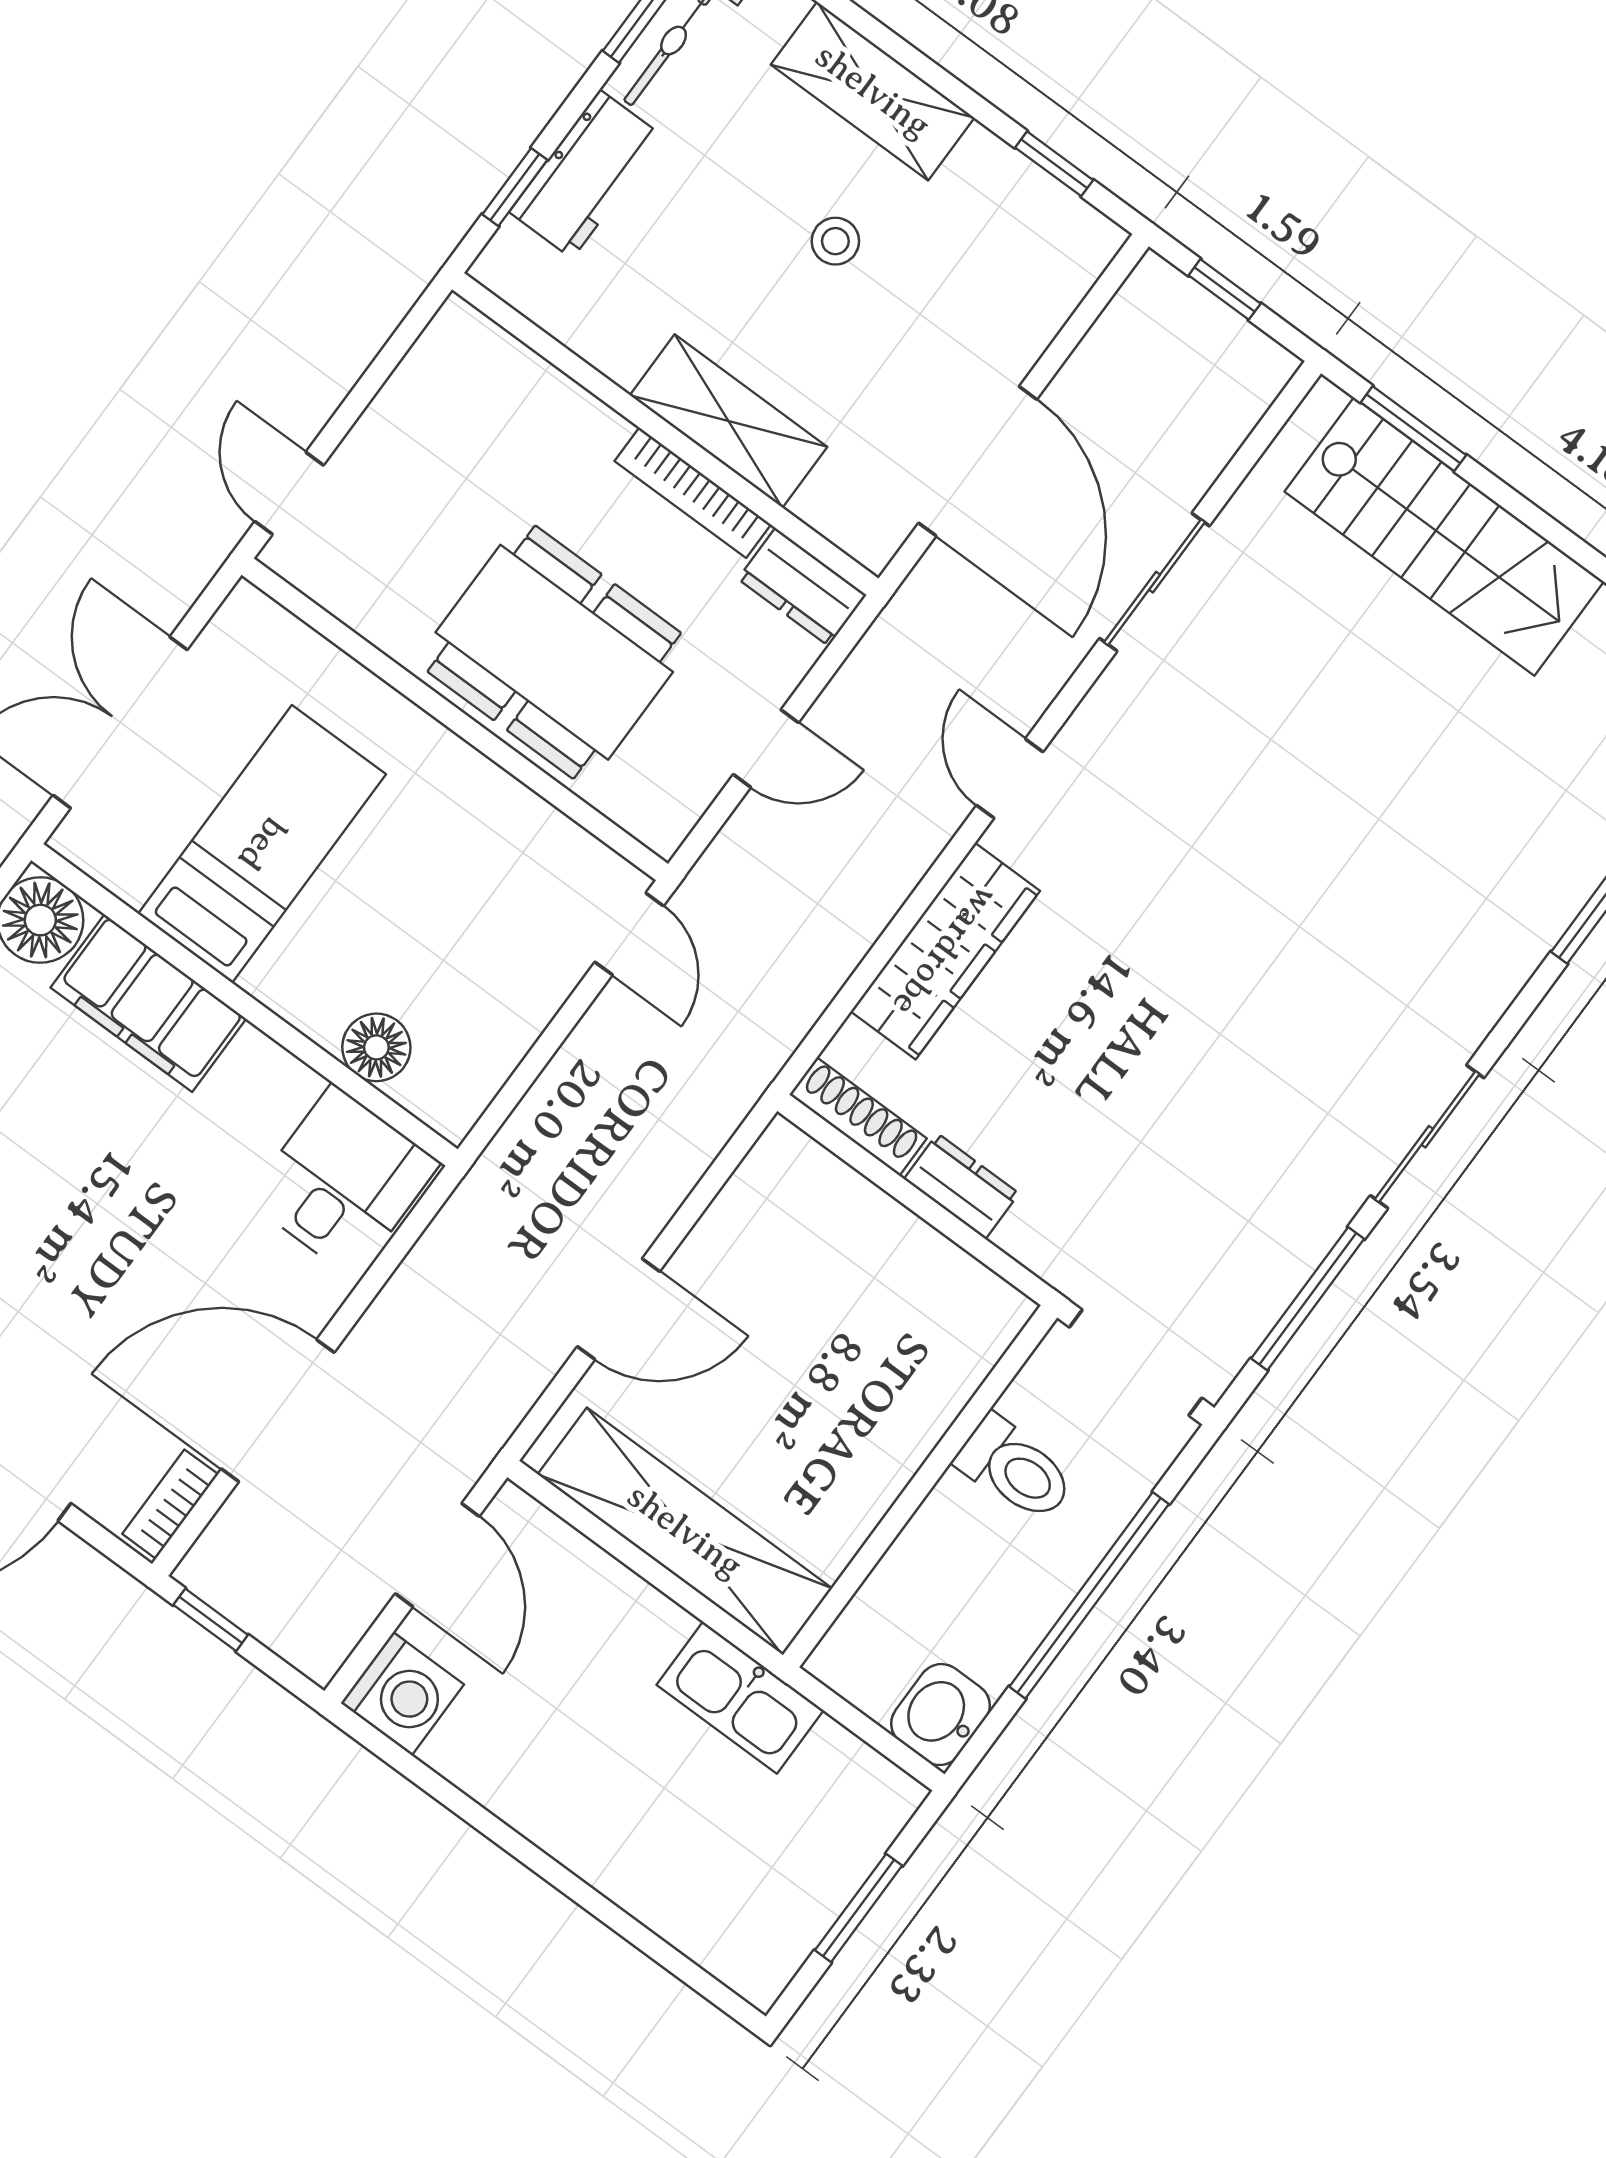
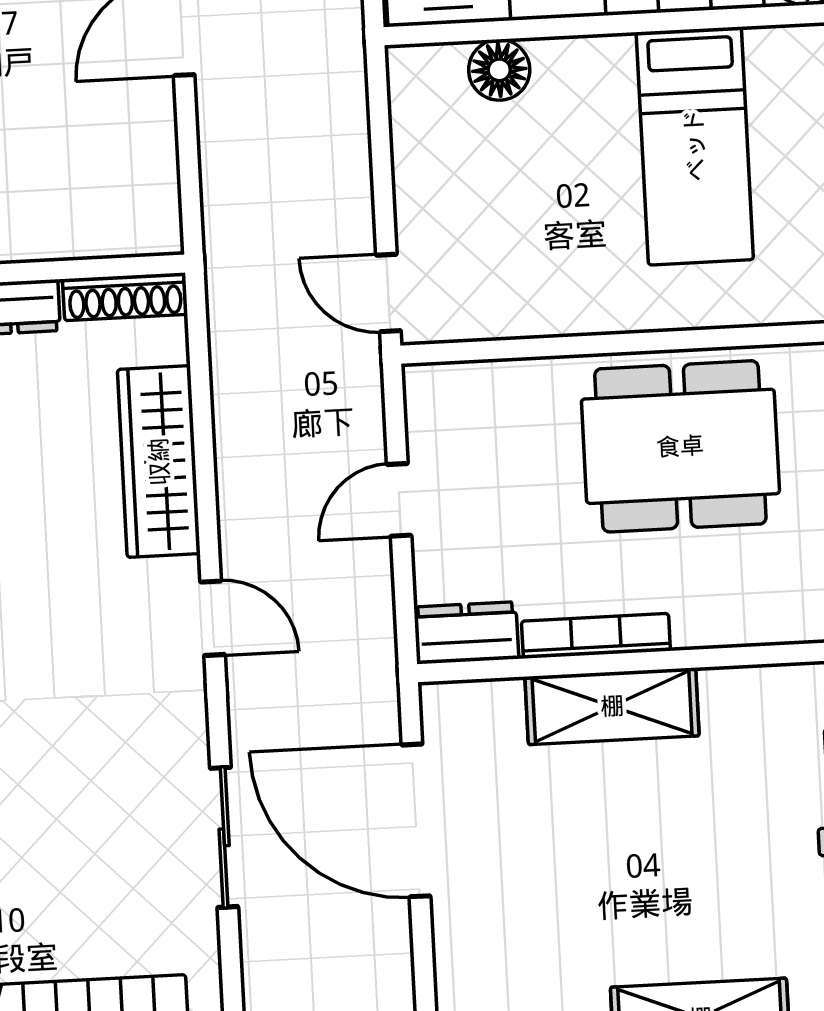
stool: (835, 241) -> (641, 892), removed
dining table: (554, 652) -> (680, 446), moved

